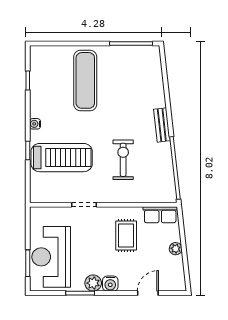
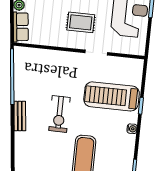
exercise bike: (123, 160) -> (59, 114), moved
row of seats: (160, 215) -> (21, 27), moved, turned 84
rug: (126, 235) -> (81, 22), moved, turned 90

